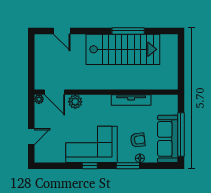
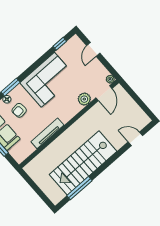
window: (128, 31) -> (79, 188), moved
door: (54, 92) -> (104, 93), swing flipped
window: (90, 166) -> (60, 44), moved

